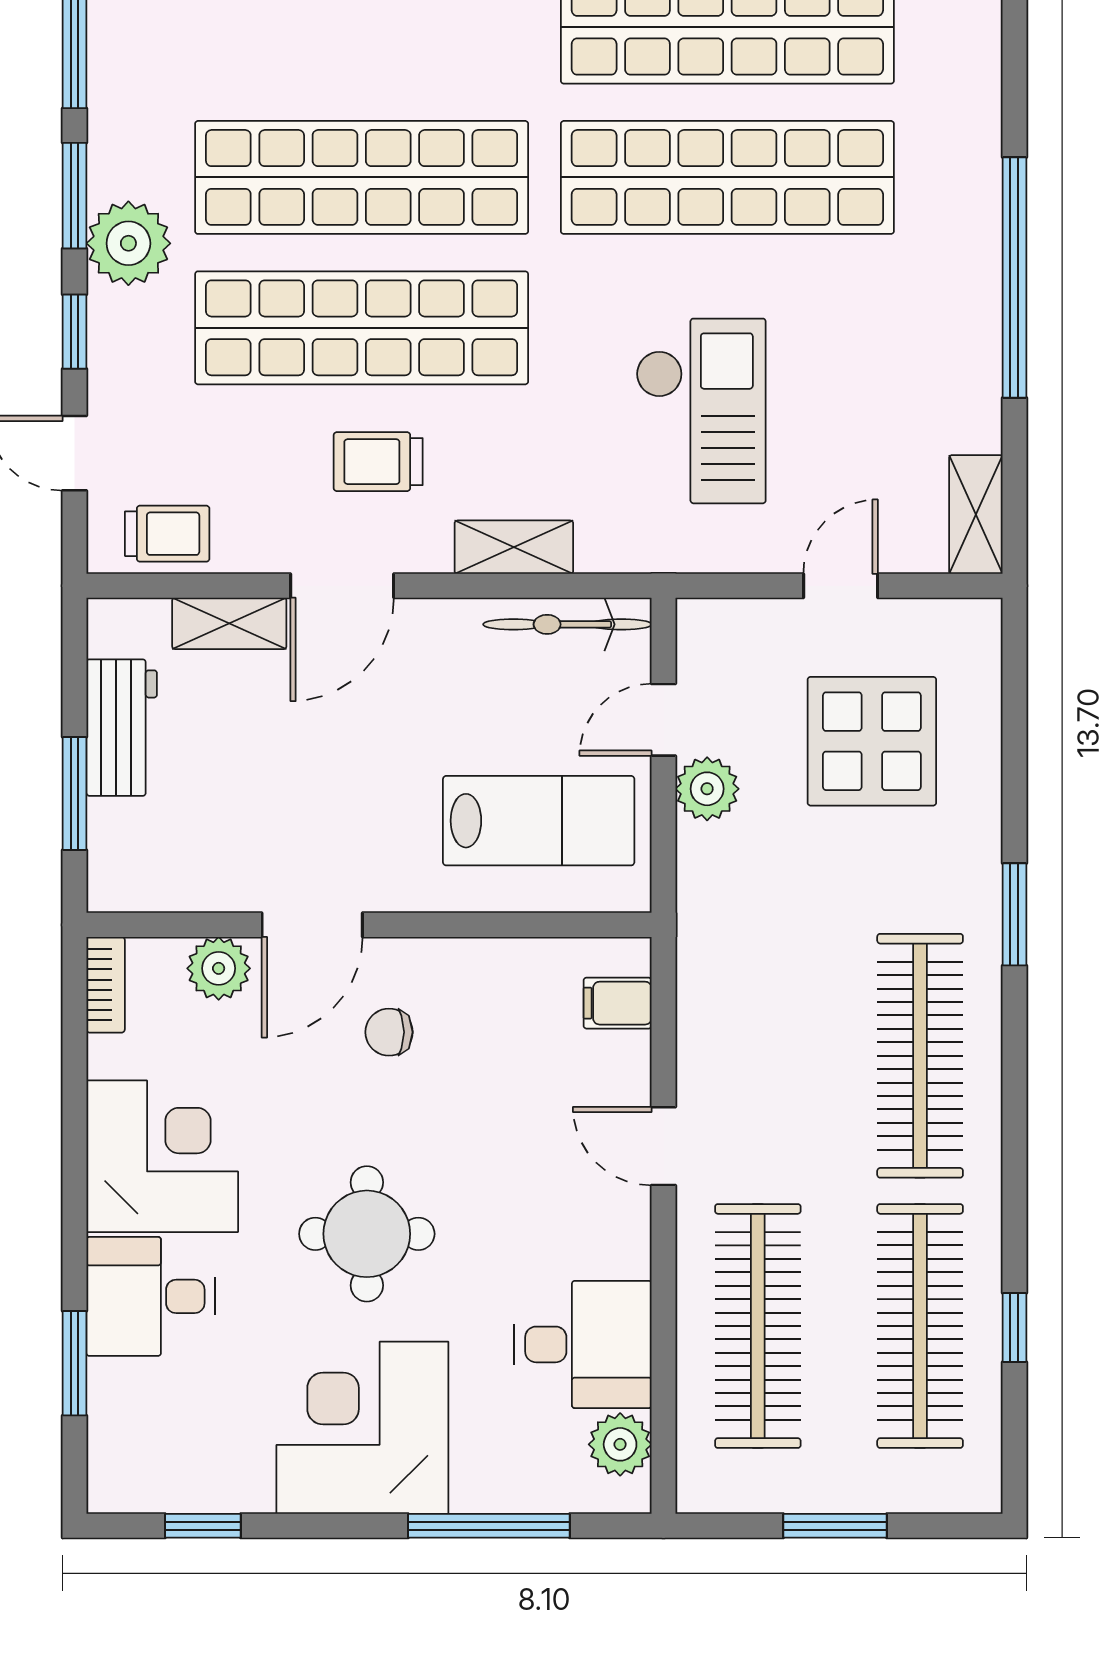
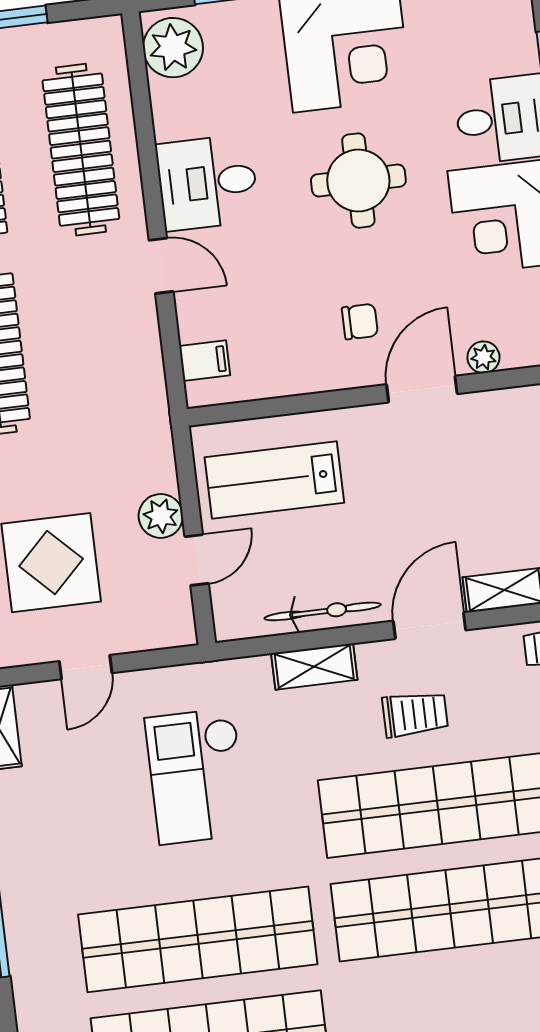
bicycle: (567, 624) -> (323, 611), moved
plant: (219, 968) -> (483, 357), width x0.73, depth x0.73
desk: (583, 1344) -> (207, 183), moved
plant: (620, 1444) -> (173, 48), width x1.36, depth x1.36

